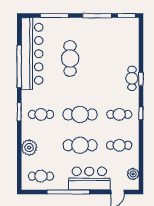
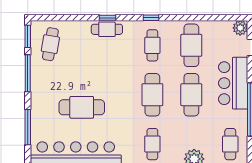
cafe table: (120, 34) -> (50, 44), added
cafe table: (119, 145) -> (191, 45), width x1.37, depth x1.35
plant: (133, 174) -> (240, 28), moved

